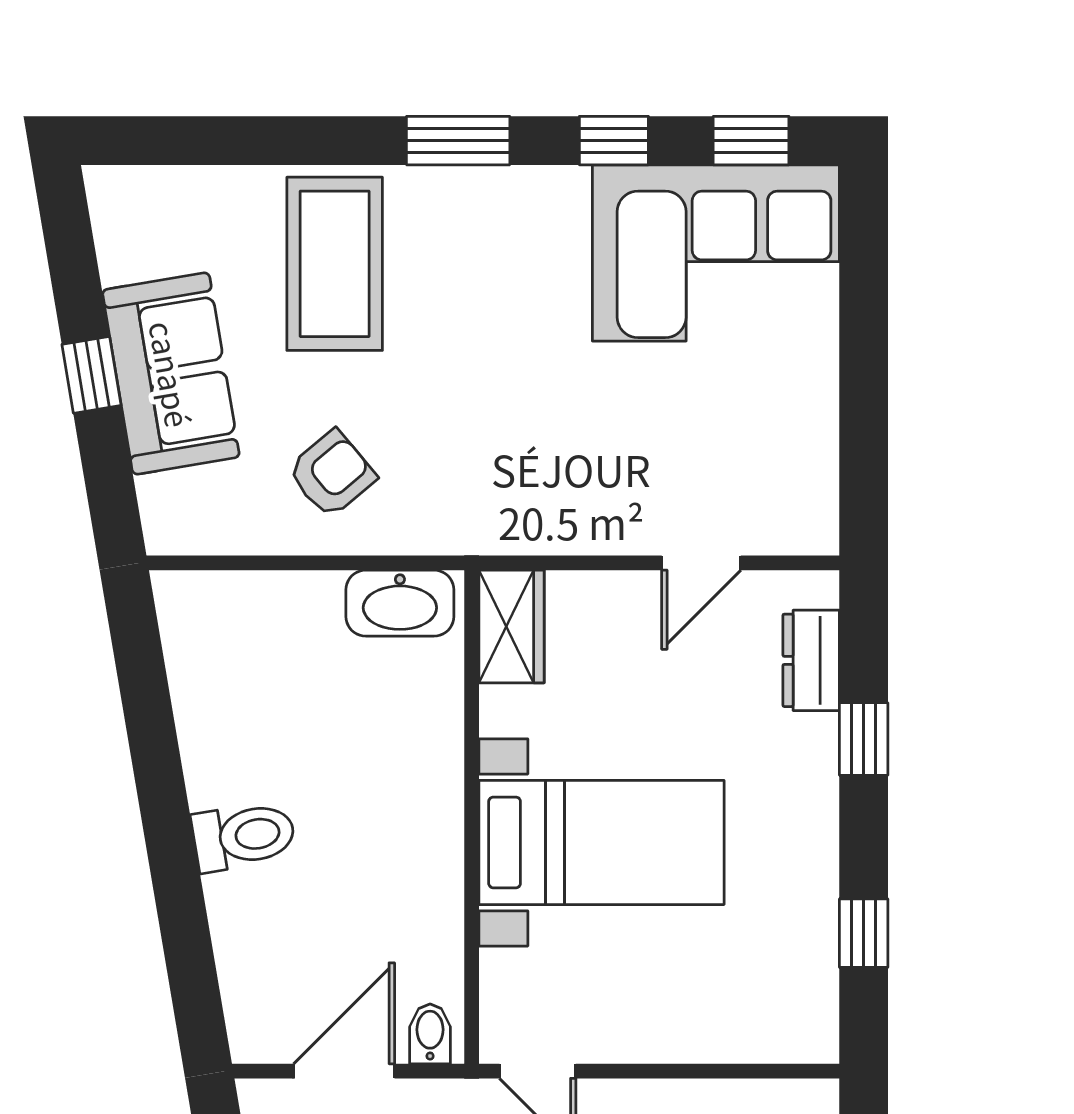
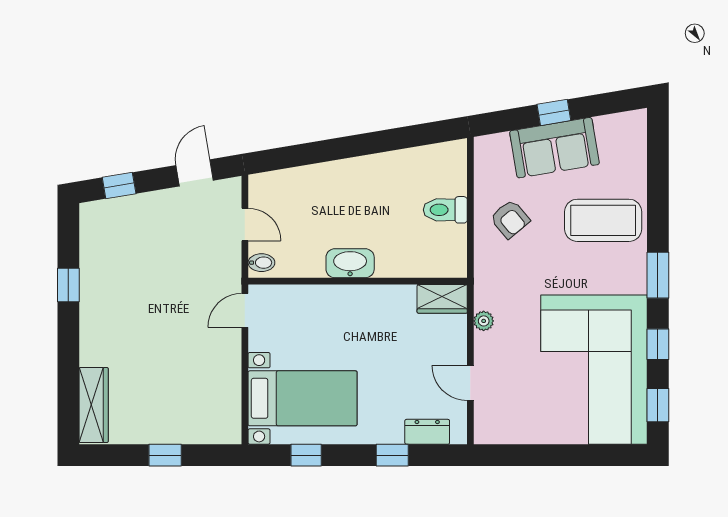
corner sofa: (716, 253) -> (594, 370), width x1.36, depth x1.36
plant: (561, 533) -> (484, 321), added
washbasin: (400, 603) -> (350, 263), moved, turned 90
toilet: (244, 836) -> (445, 210), moved, turned 100
bed with nightstands: (601, 842) -> (303, 398), moved, turned -90
door: (344, 1071) -> (245, 224), width x0.73

